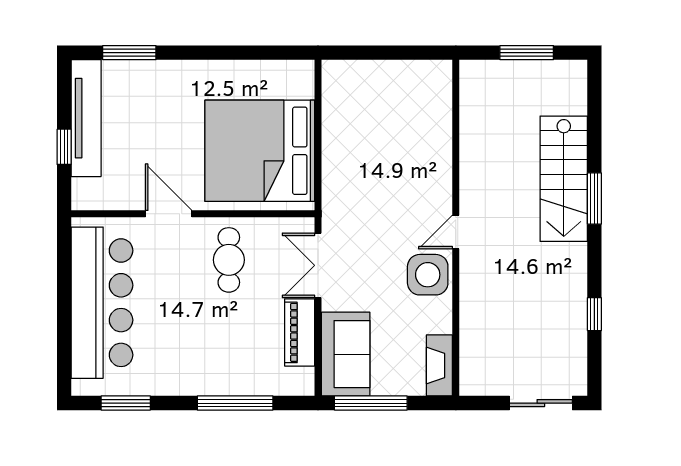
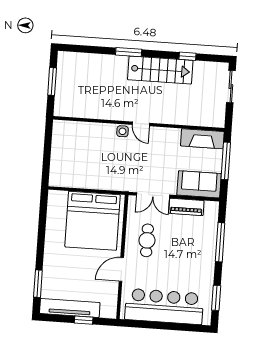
stairs: (564, 179) -> (160, 70), moved
cafe table: (229, 260) -> (147, 240), turned 90
side table: (428, 275) -> (122, 131), moved, width x0.54, depth x0.54
fireplace: (439, 365) -> (202, 139), width x1.37, depth x1.32
window: (371, 403) -> (226, 161), moved

